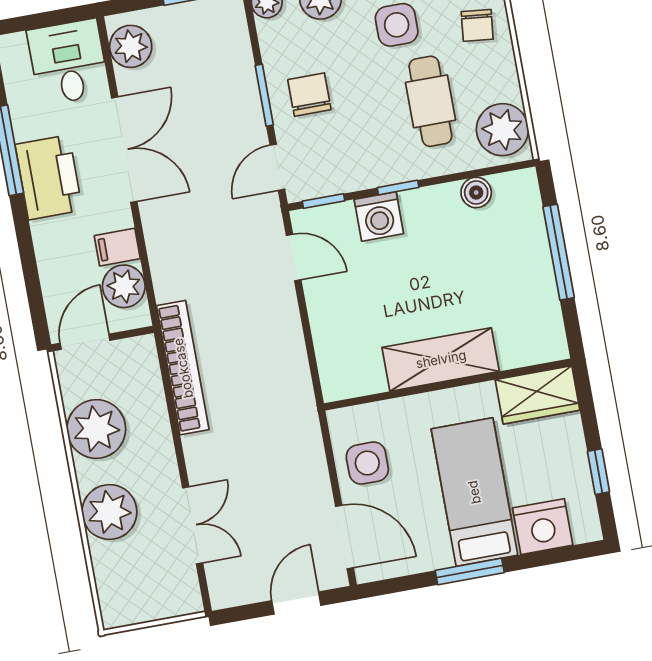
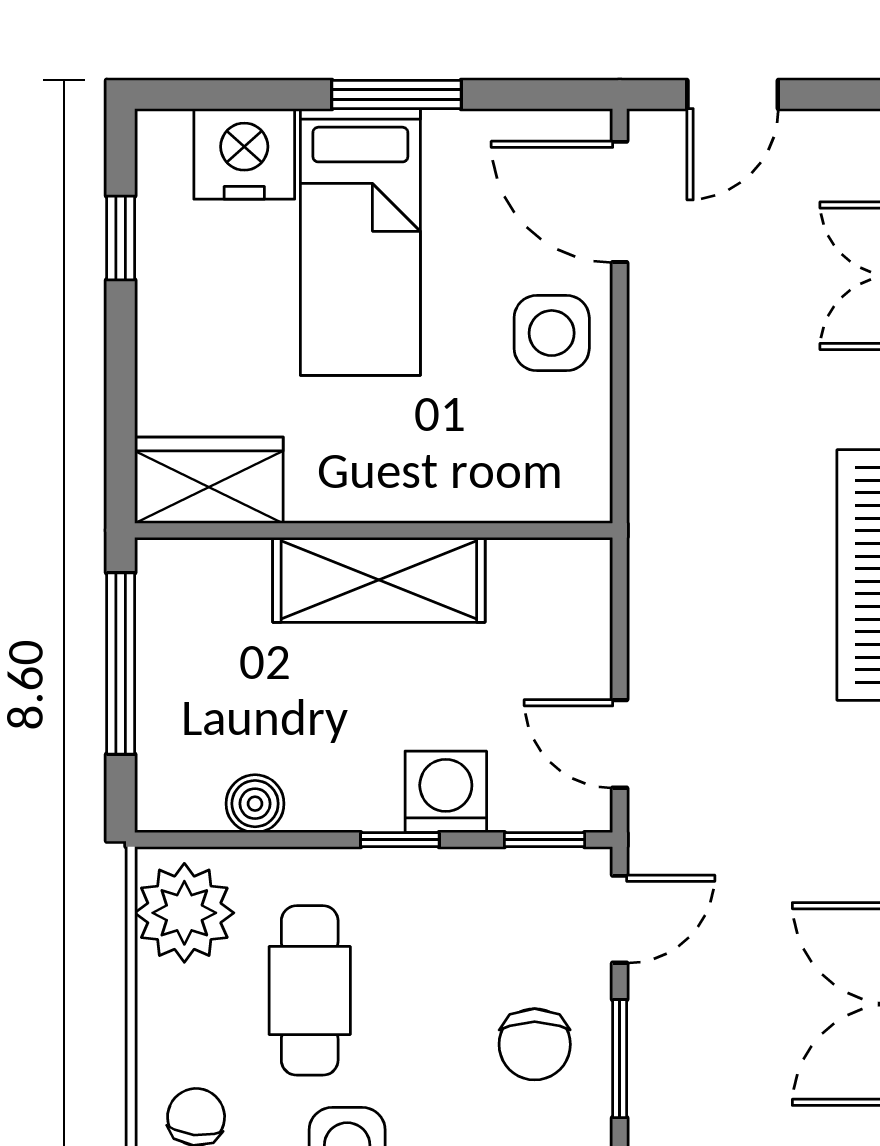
shelving: (441, 359) -> (379, 580), moved
wall: (448, 384) -> (374, 530), moved
wardrobe: (537, 395) -> (209, 480), moved

